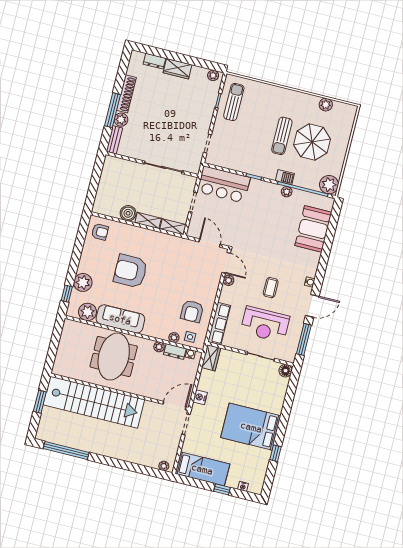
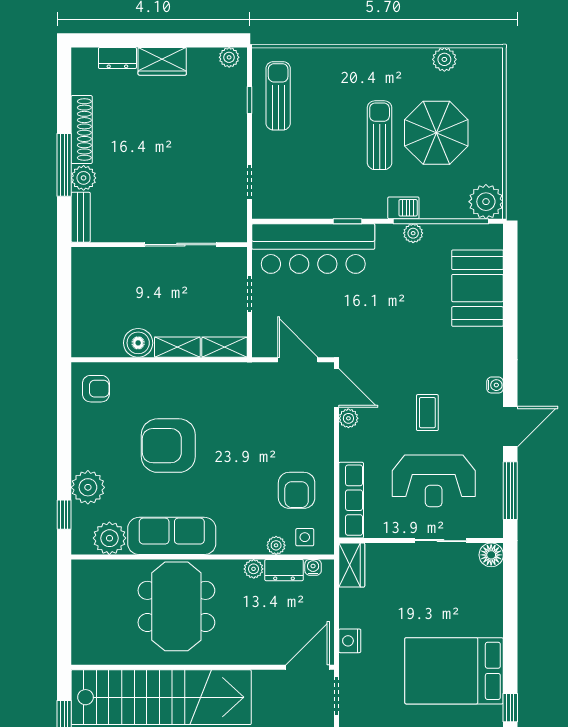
sun lounger: (282, 136) -> (380, 135), turned 180
bar counter: (224, 185) -> (313, 248), width x1.36

